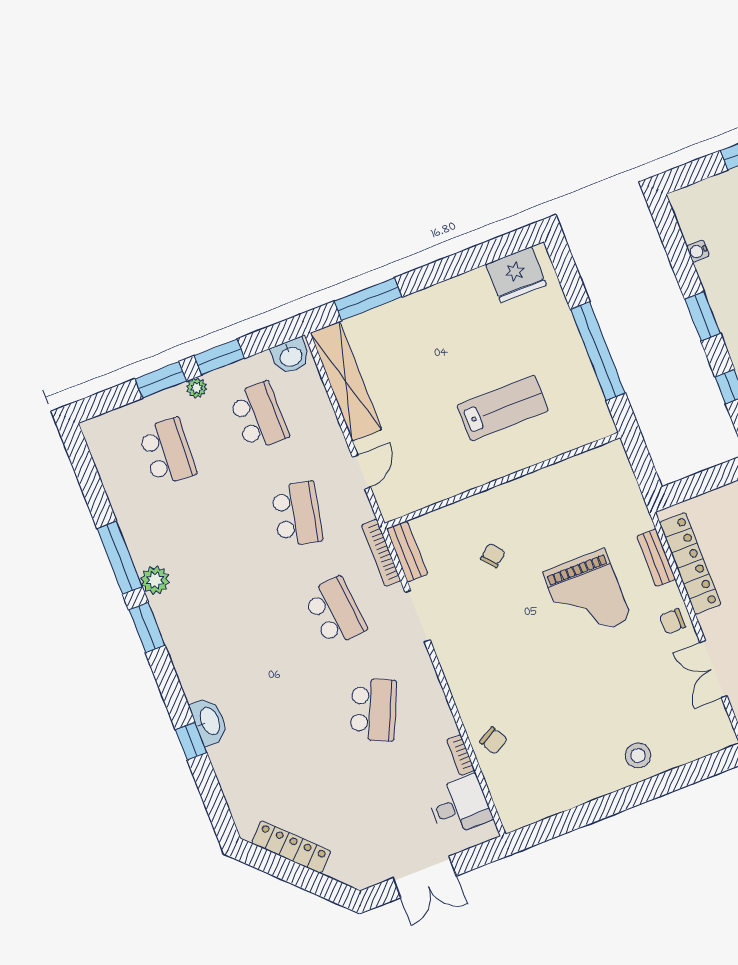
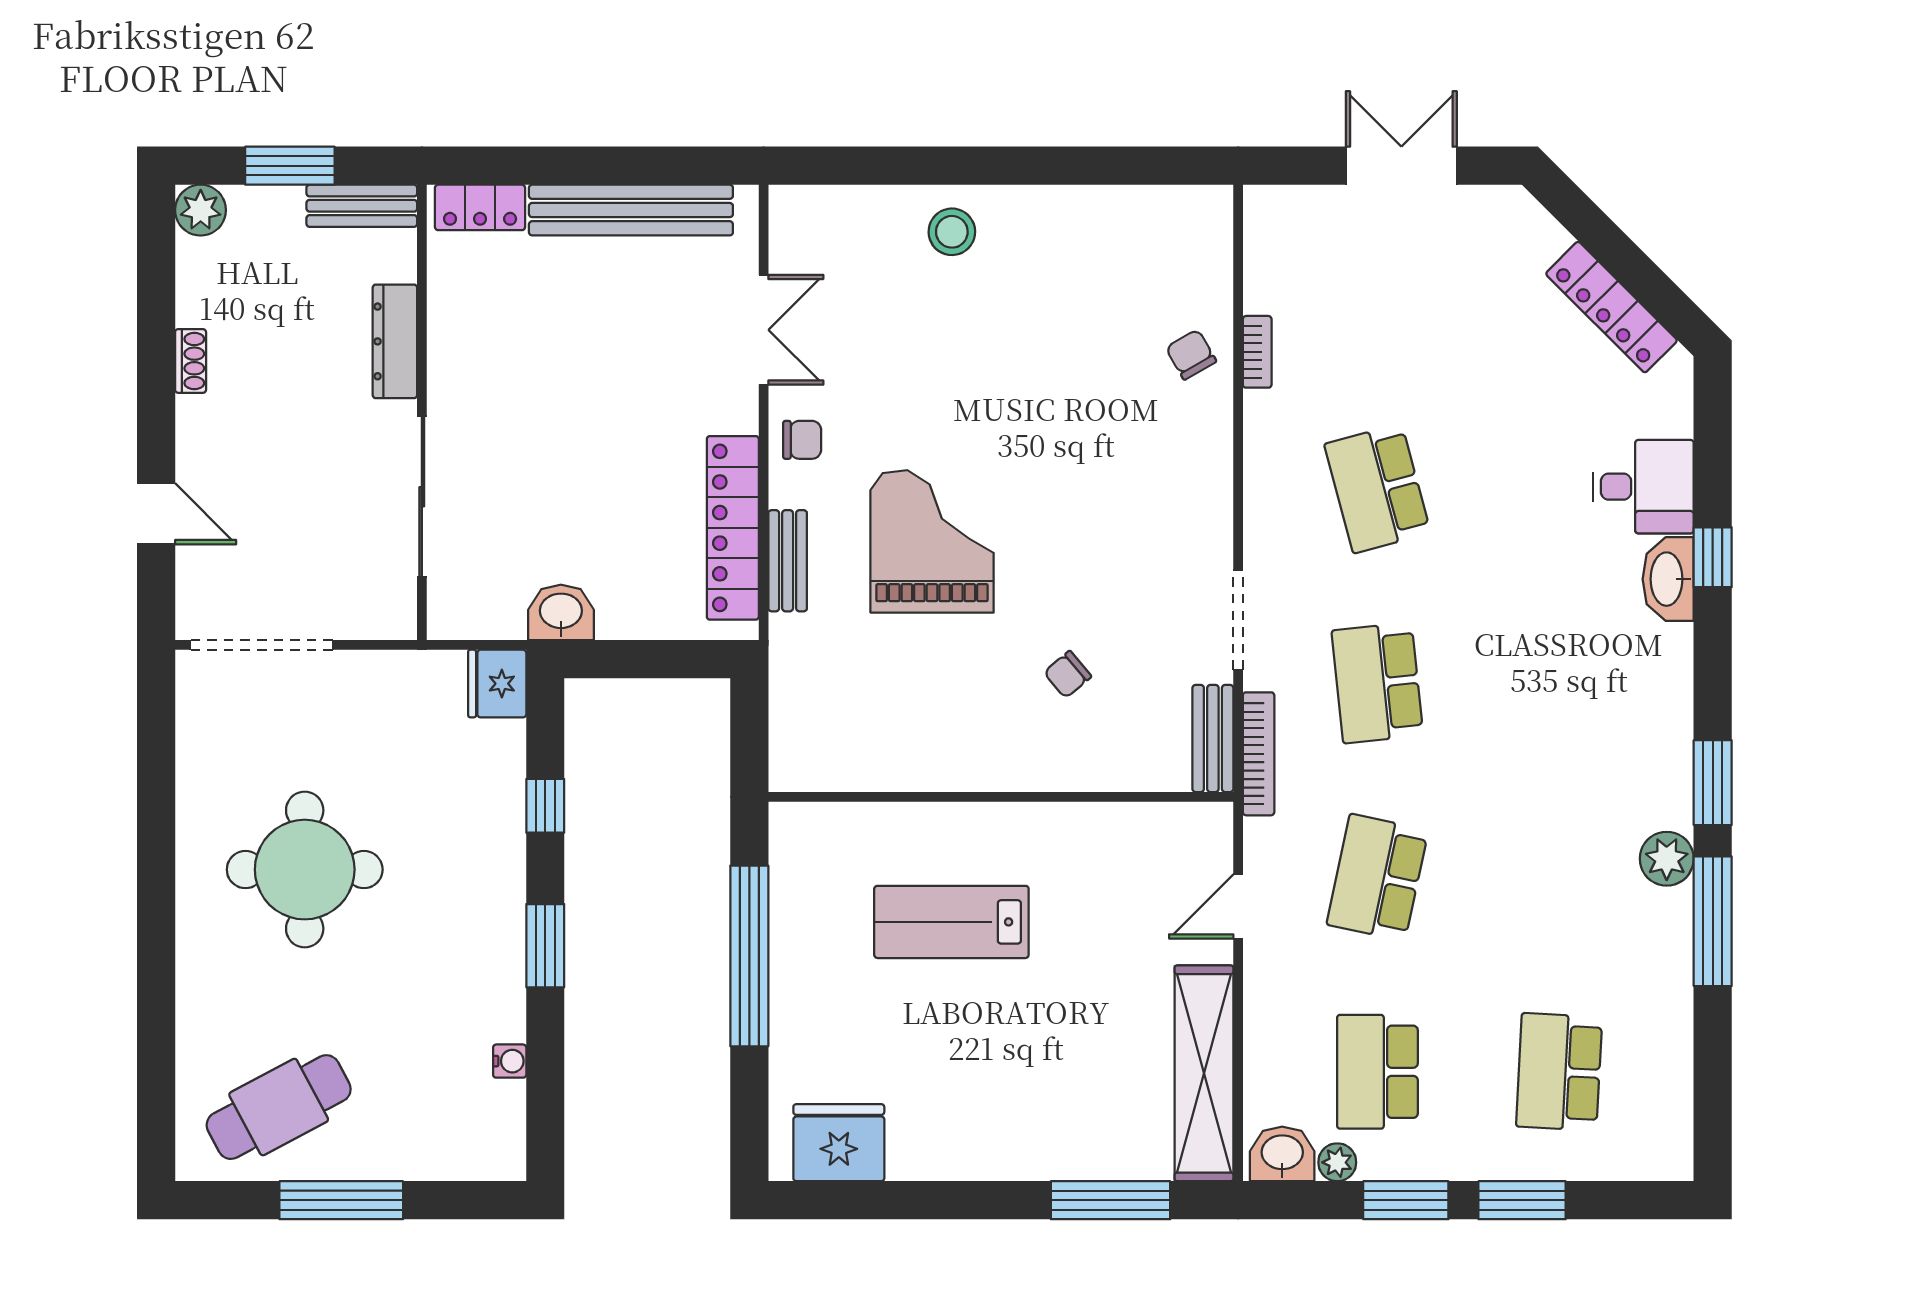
plant: (197, 388) -> (1337, 1162), moved
school desk: (373, 710) -> (1377, 489), turned -39
desk: (459, 806) -> (1643, 487), moved, turned 180

